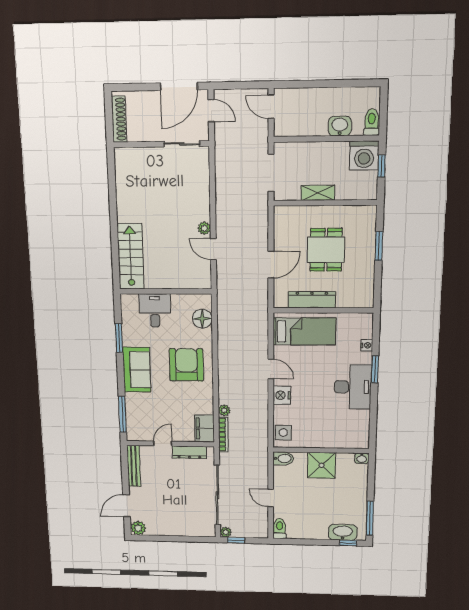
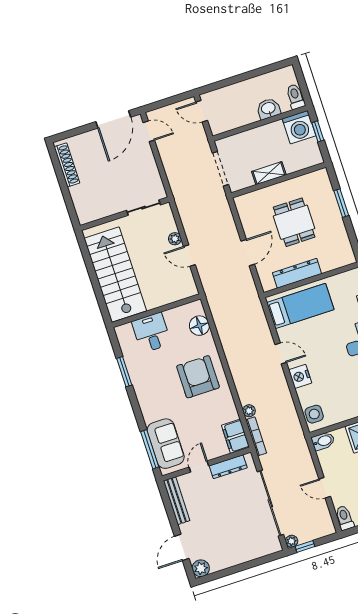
wall: (161, 144) -> (125, 214), moved
sliding door: (182, 144) -> (144, 208), moved
stairs: (131, 256) -> (115, 275), width x1.36, depth x1.51
sofa: (137, 370) -> (166, 444), moved

